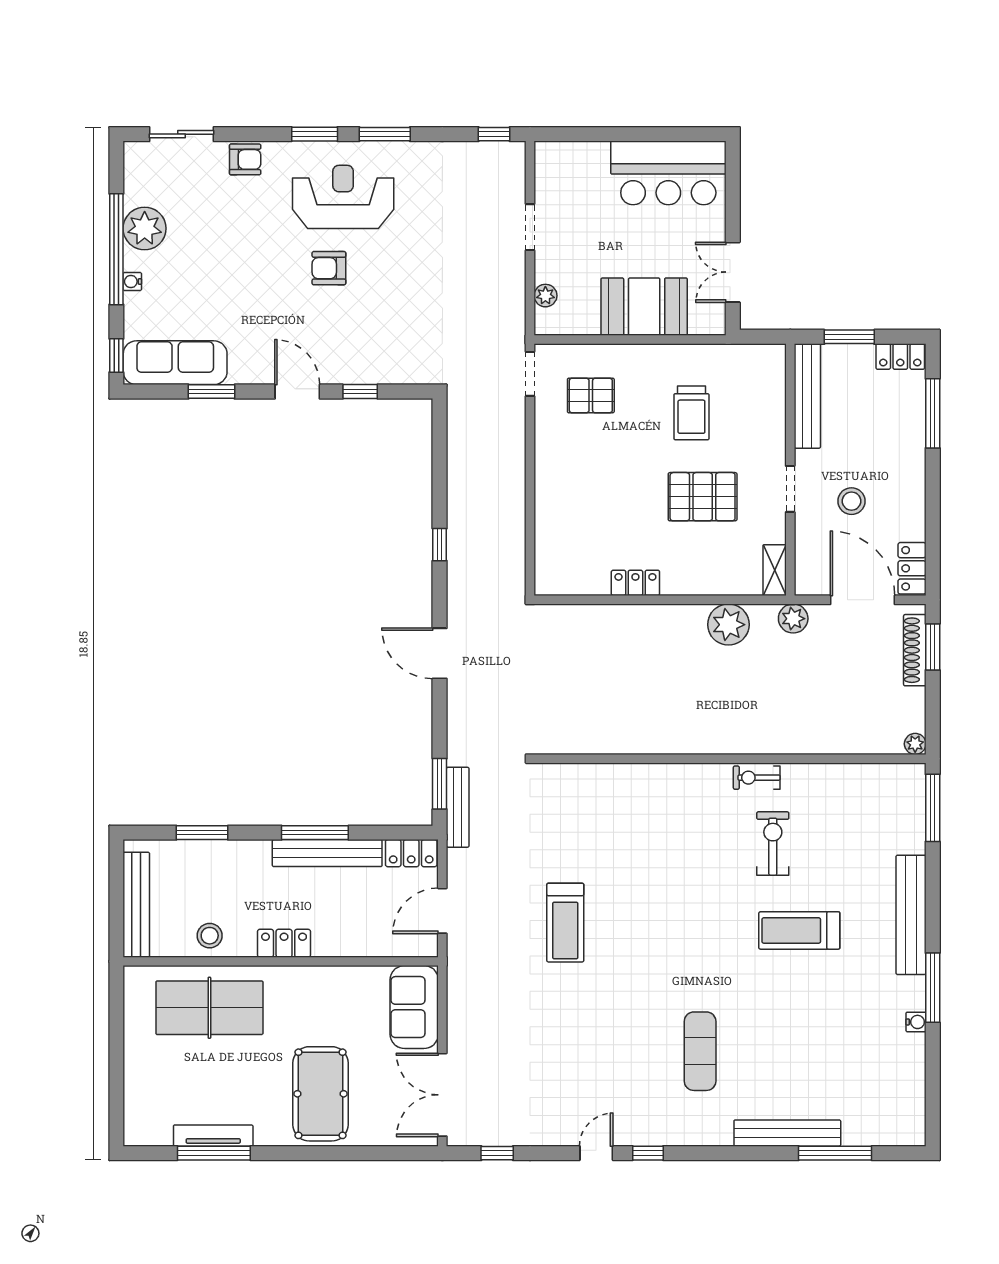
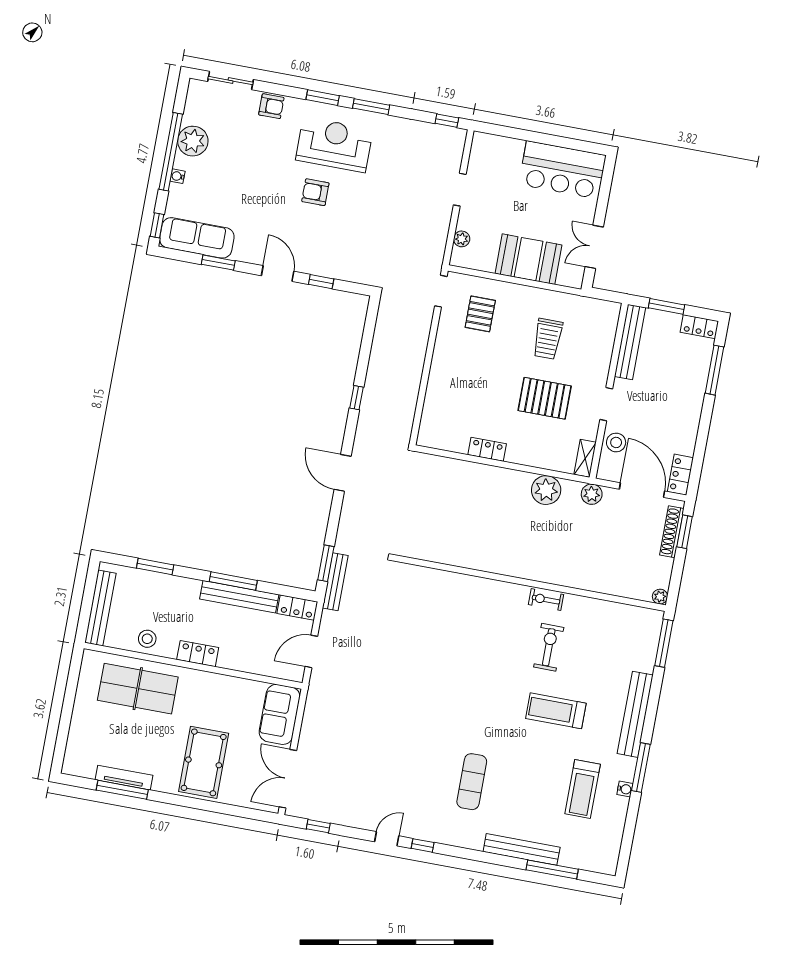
pallet: (591, 395) -> (480, 314), turned 90
stool: (851, 501) -> (616, 442), moved
treadmill: (565, 923) -> (583, 789), moved

